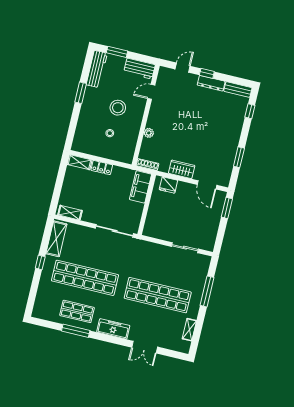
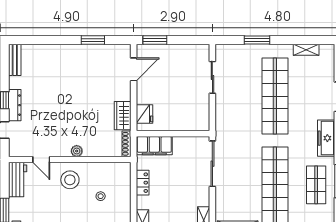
dresser: (211, 83) -> (15, 105), moved
stool: (118, 108) -> (70, 180), moved
window: (250, 111) -> (37, 40), removed
plant: (149, 133) -> (77, 151), moved
locker: (102, 168) -> (143, 183), moved
wardrobe: (182, 169) -> (123, 116), moved
window: (207, 291) -> (257, 40), width x0.69

